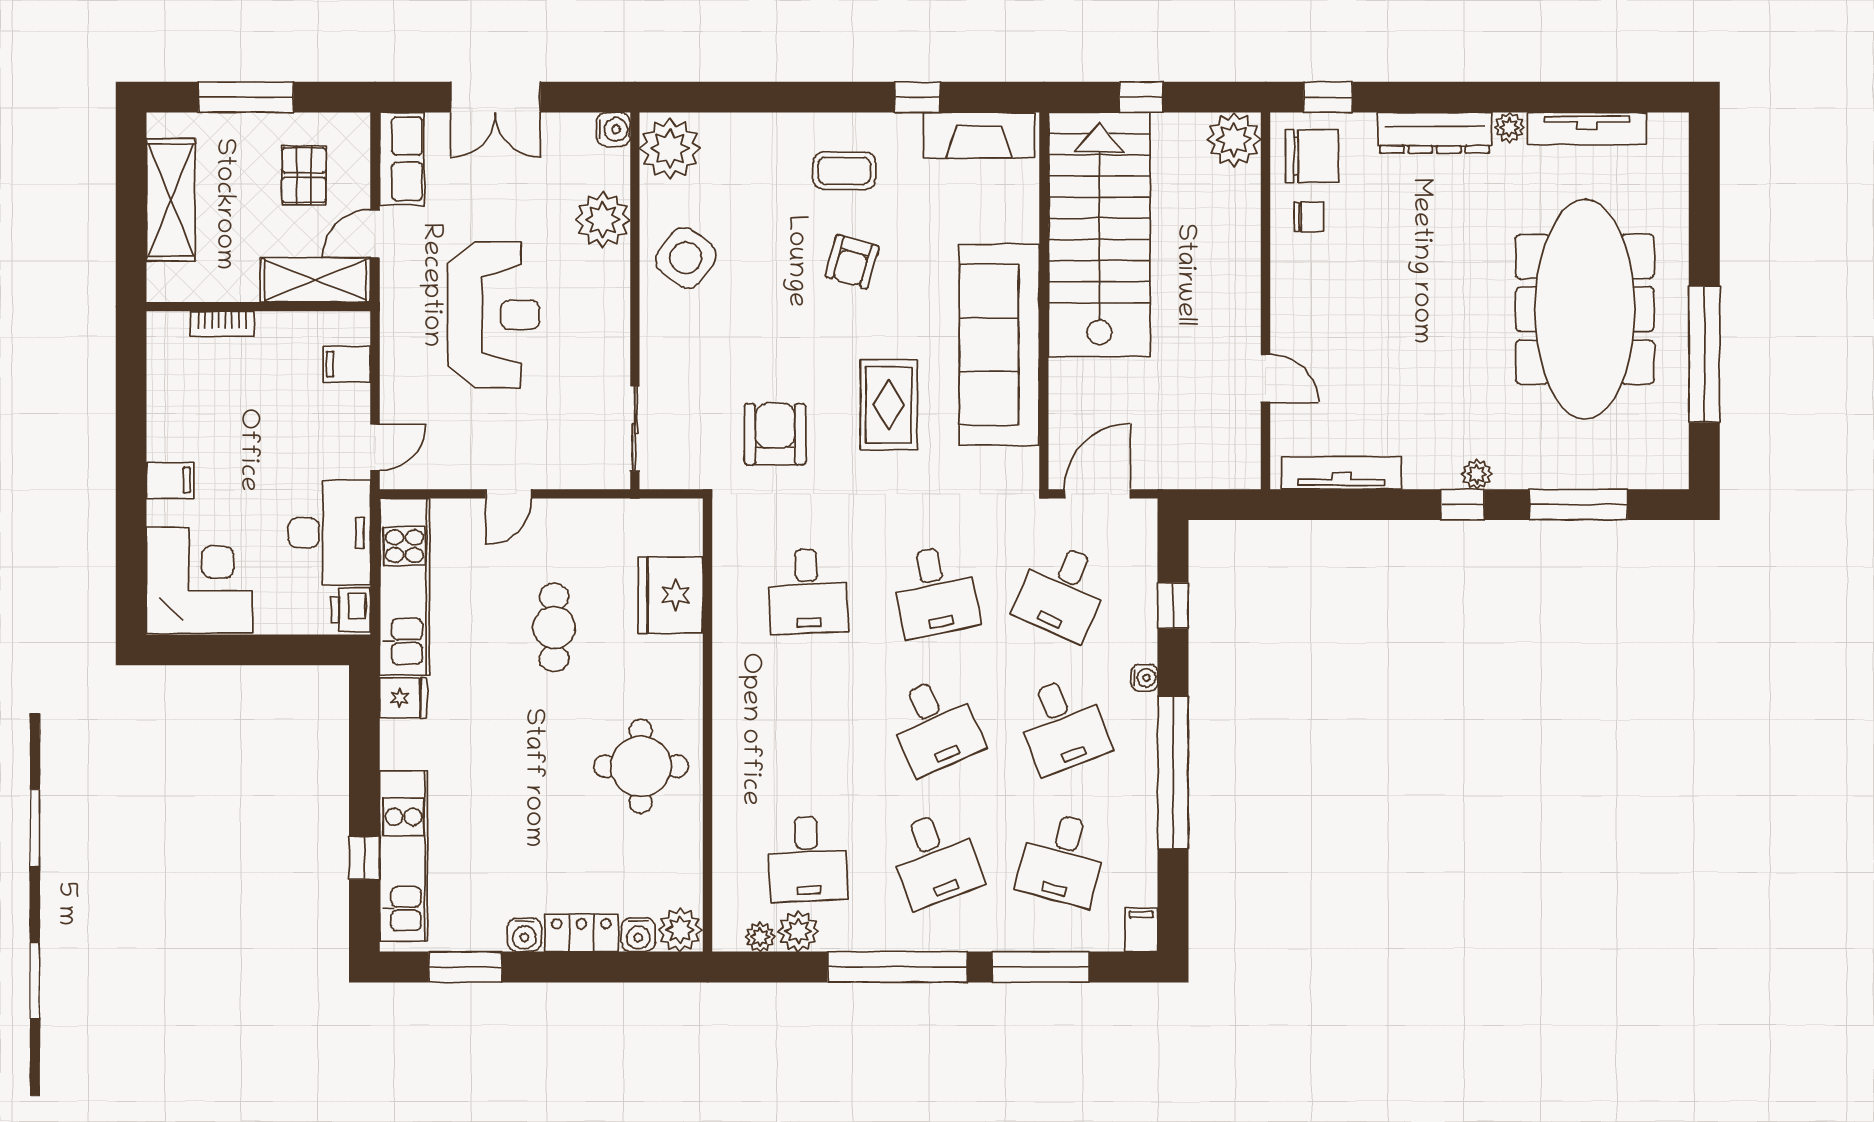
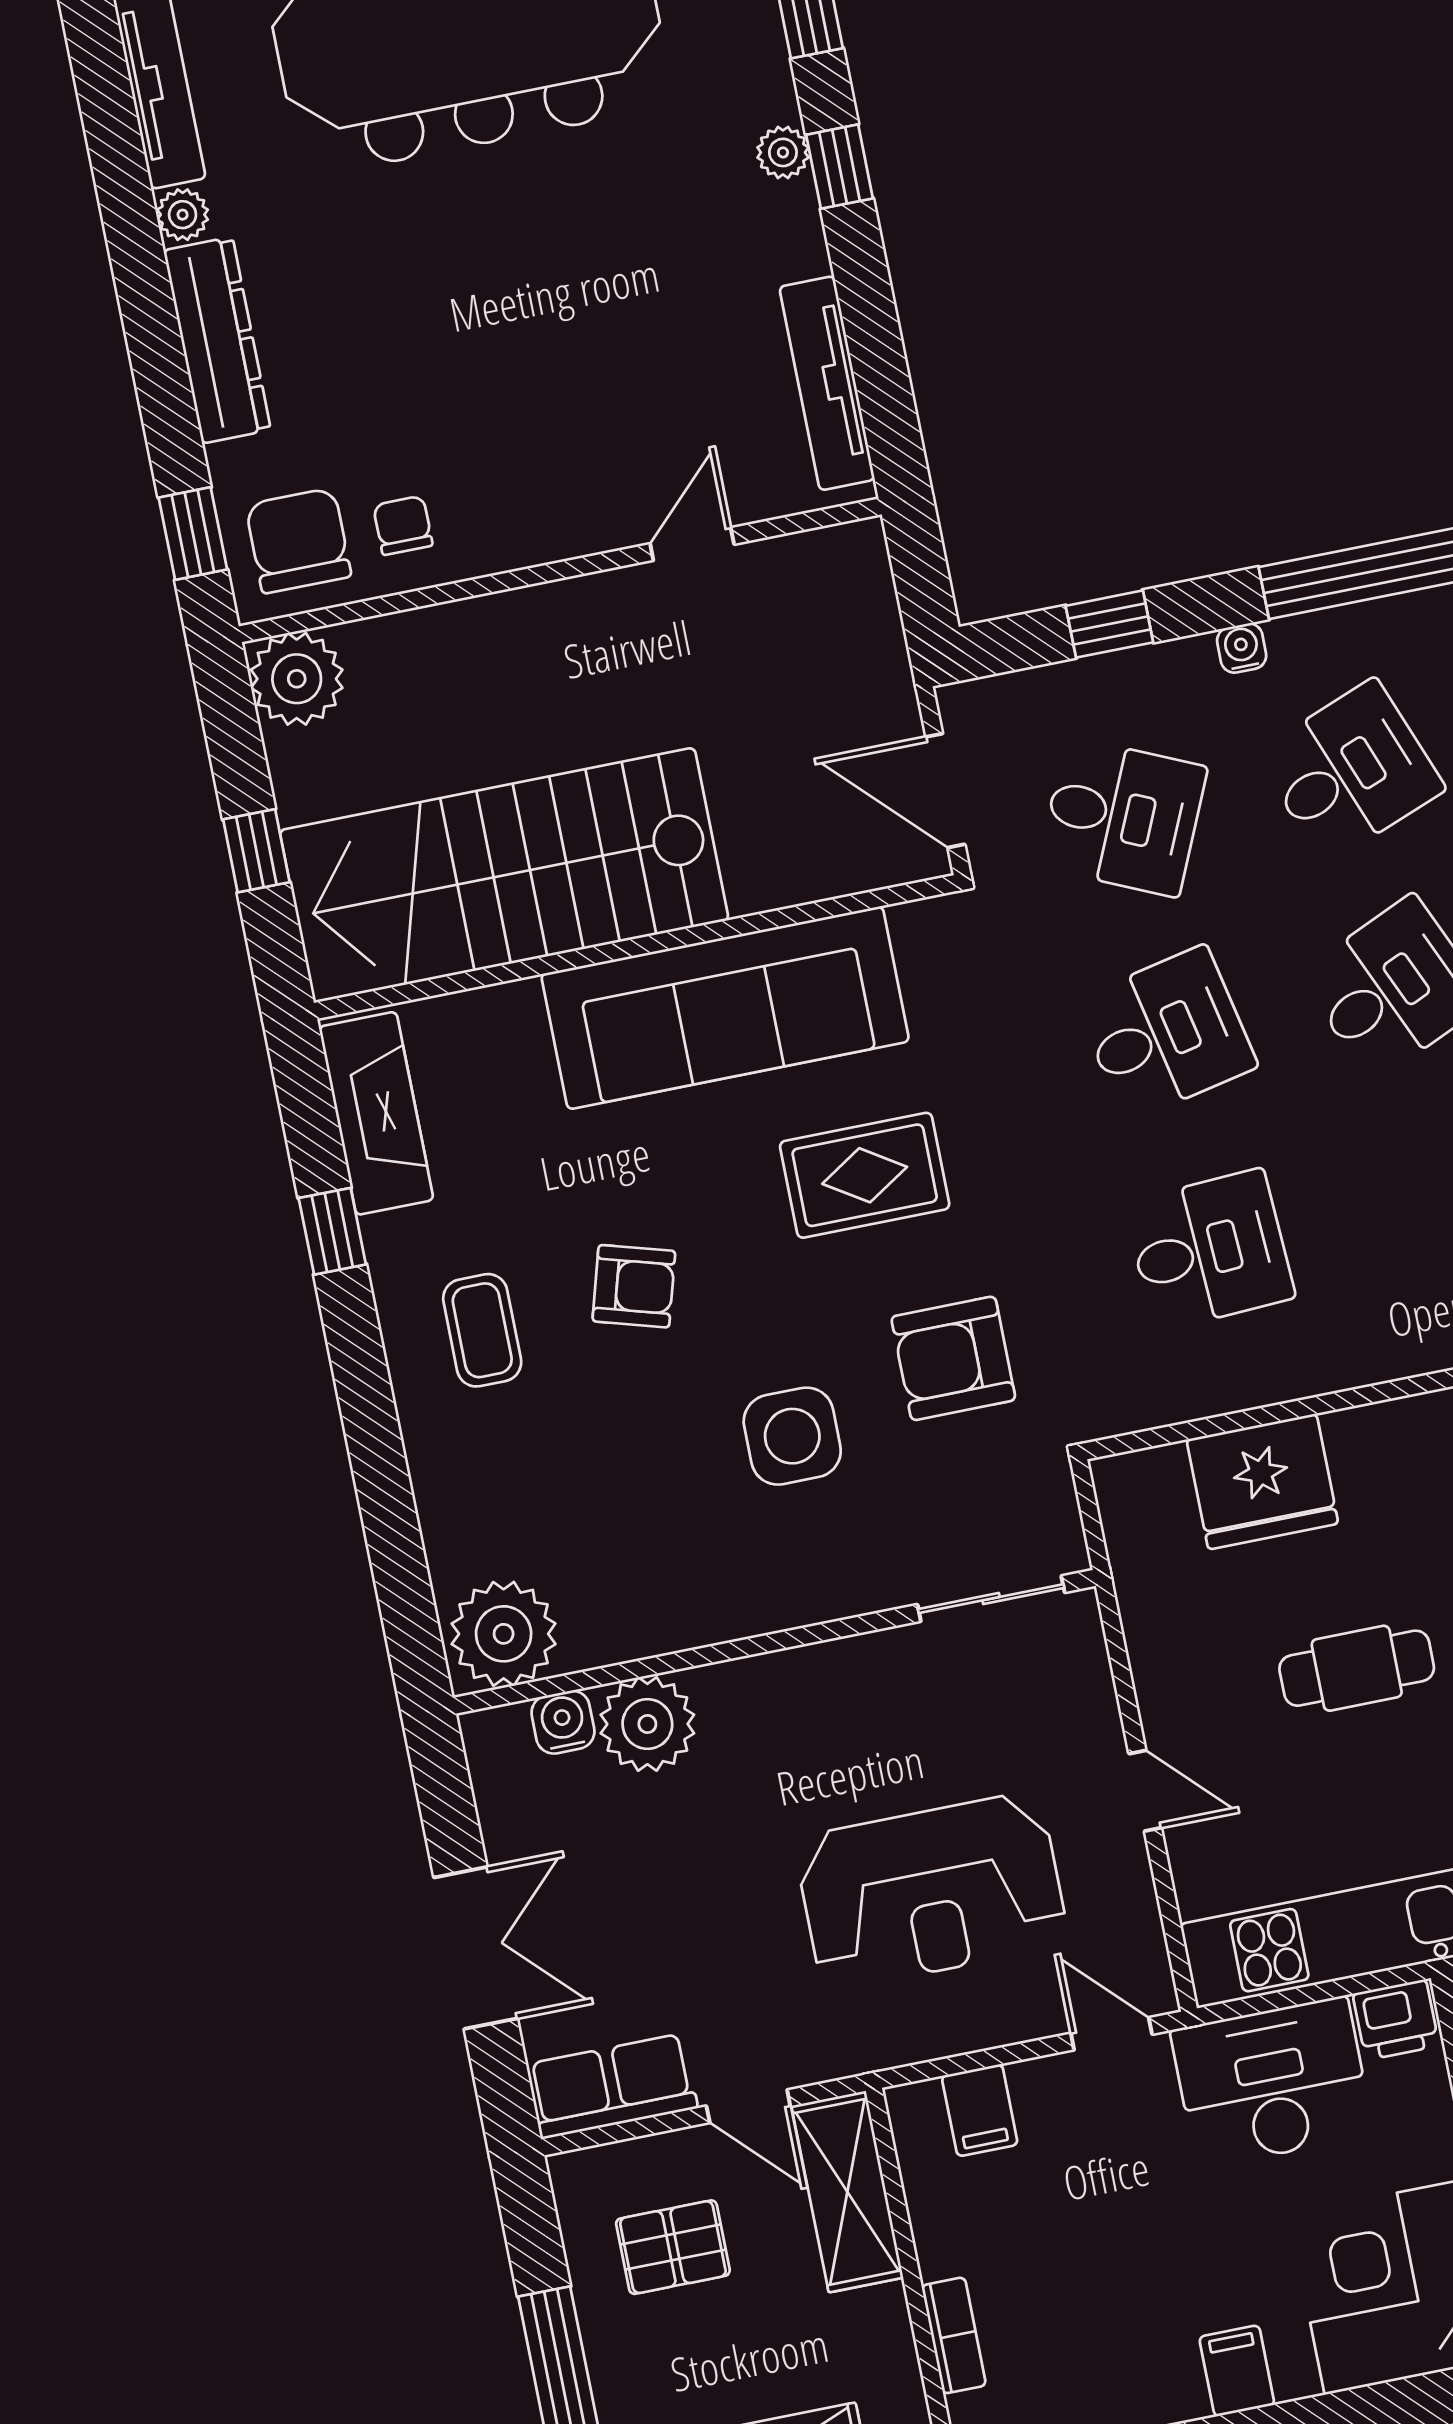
water cooler: (613, 129) -> (563, 1722), moved
side table: (686, 258) -> (792, 1436), moved, turned -36
reception desk: (493, 315) -> (931, 1891), moved, turned 180

